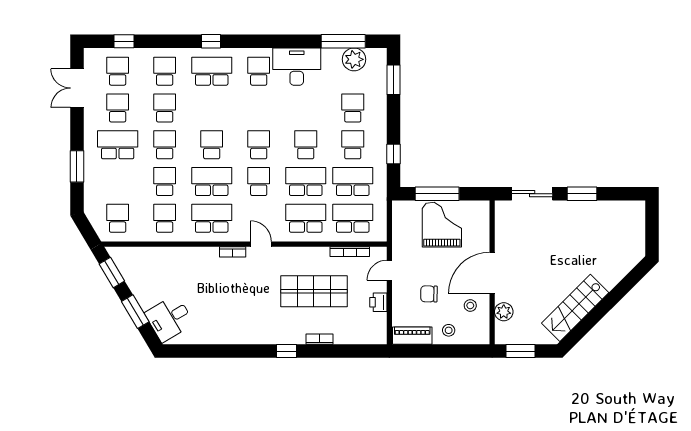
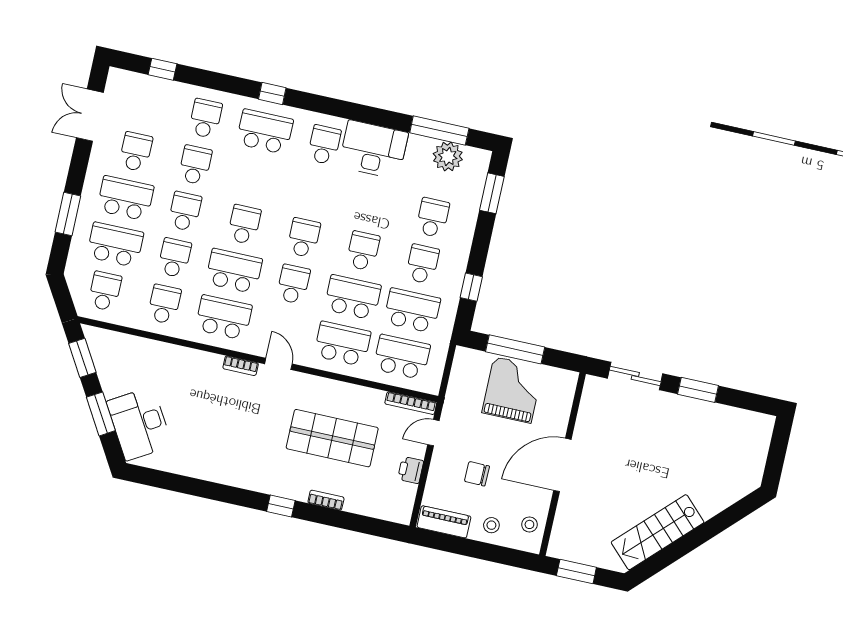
school desk: (118, 71) -> (115, 245), moved, width x1.85
bookcase: (350, 252) -> (411, 403), moved
stool: (470, 306) -> (529, 524), moved
plant: (504, 312) -> (566, 517), removed
desk: (169, 318) -> (139, 424), width x1.37

